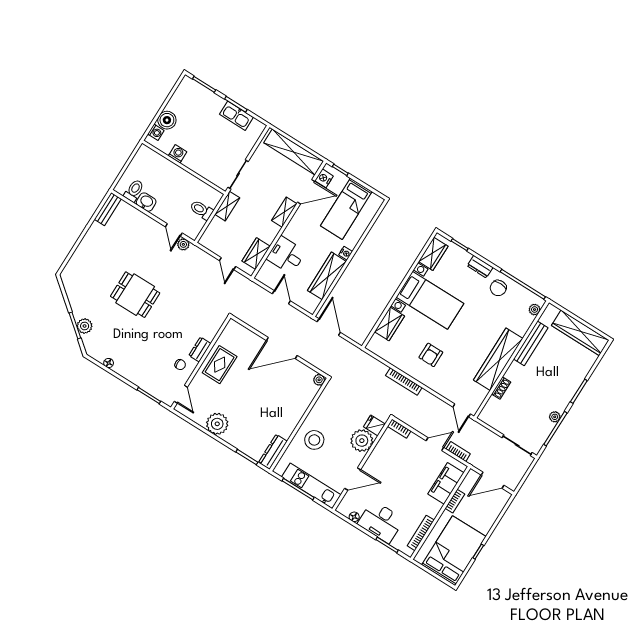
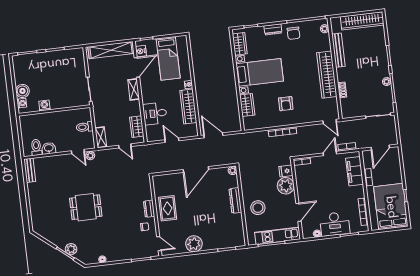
kitchen sink: (236, 116) -> (61, 56), removed
shelving: (227, 206) -> (101, 137), moved
dresser: (273, 452) -> (235, 200), moved

